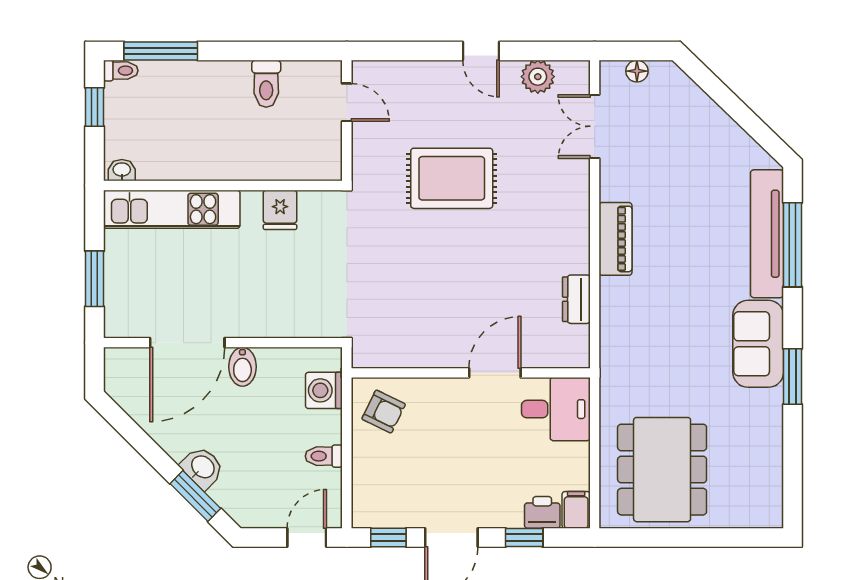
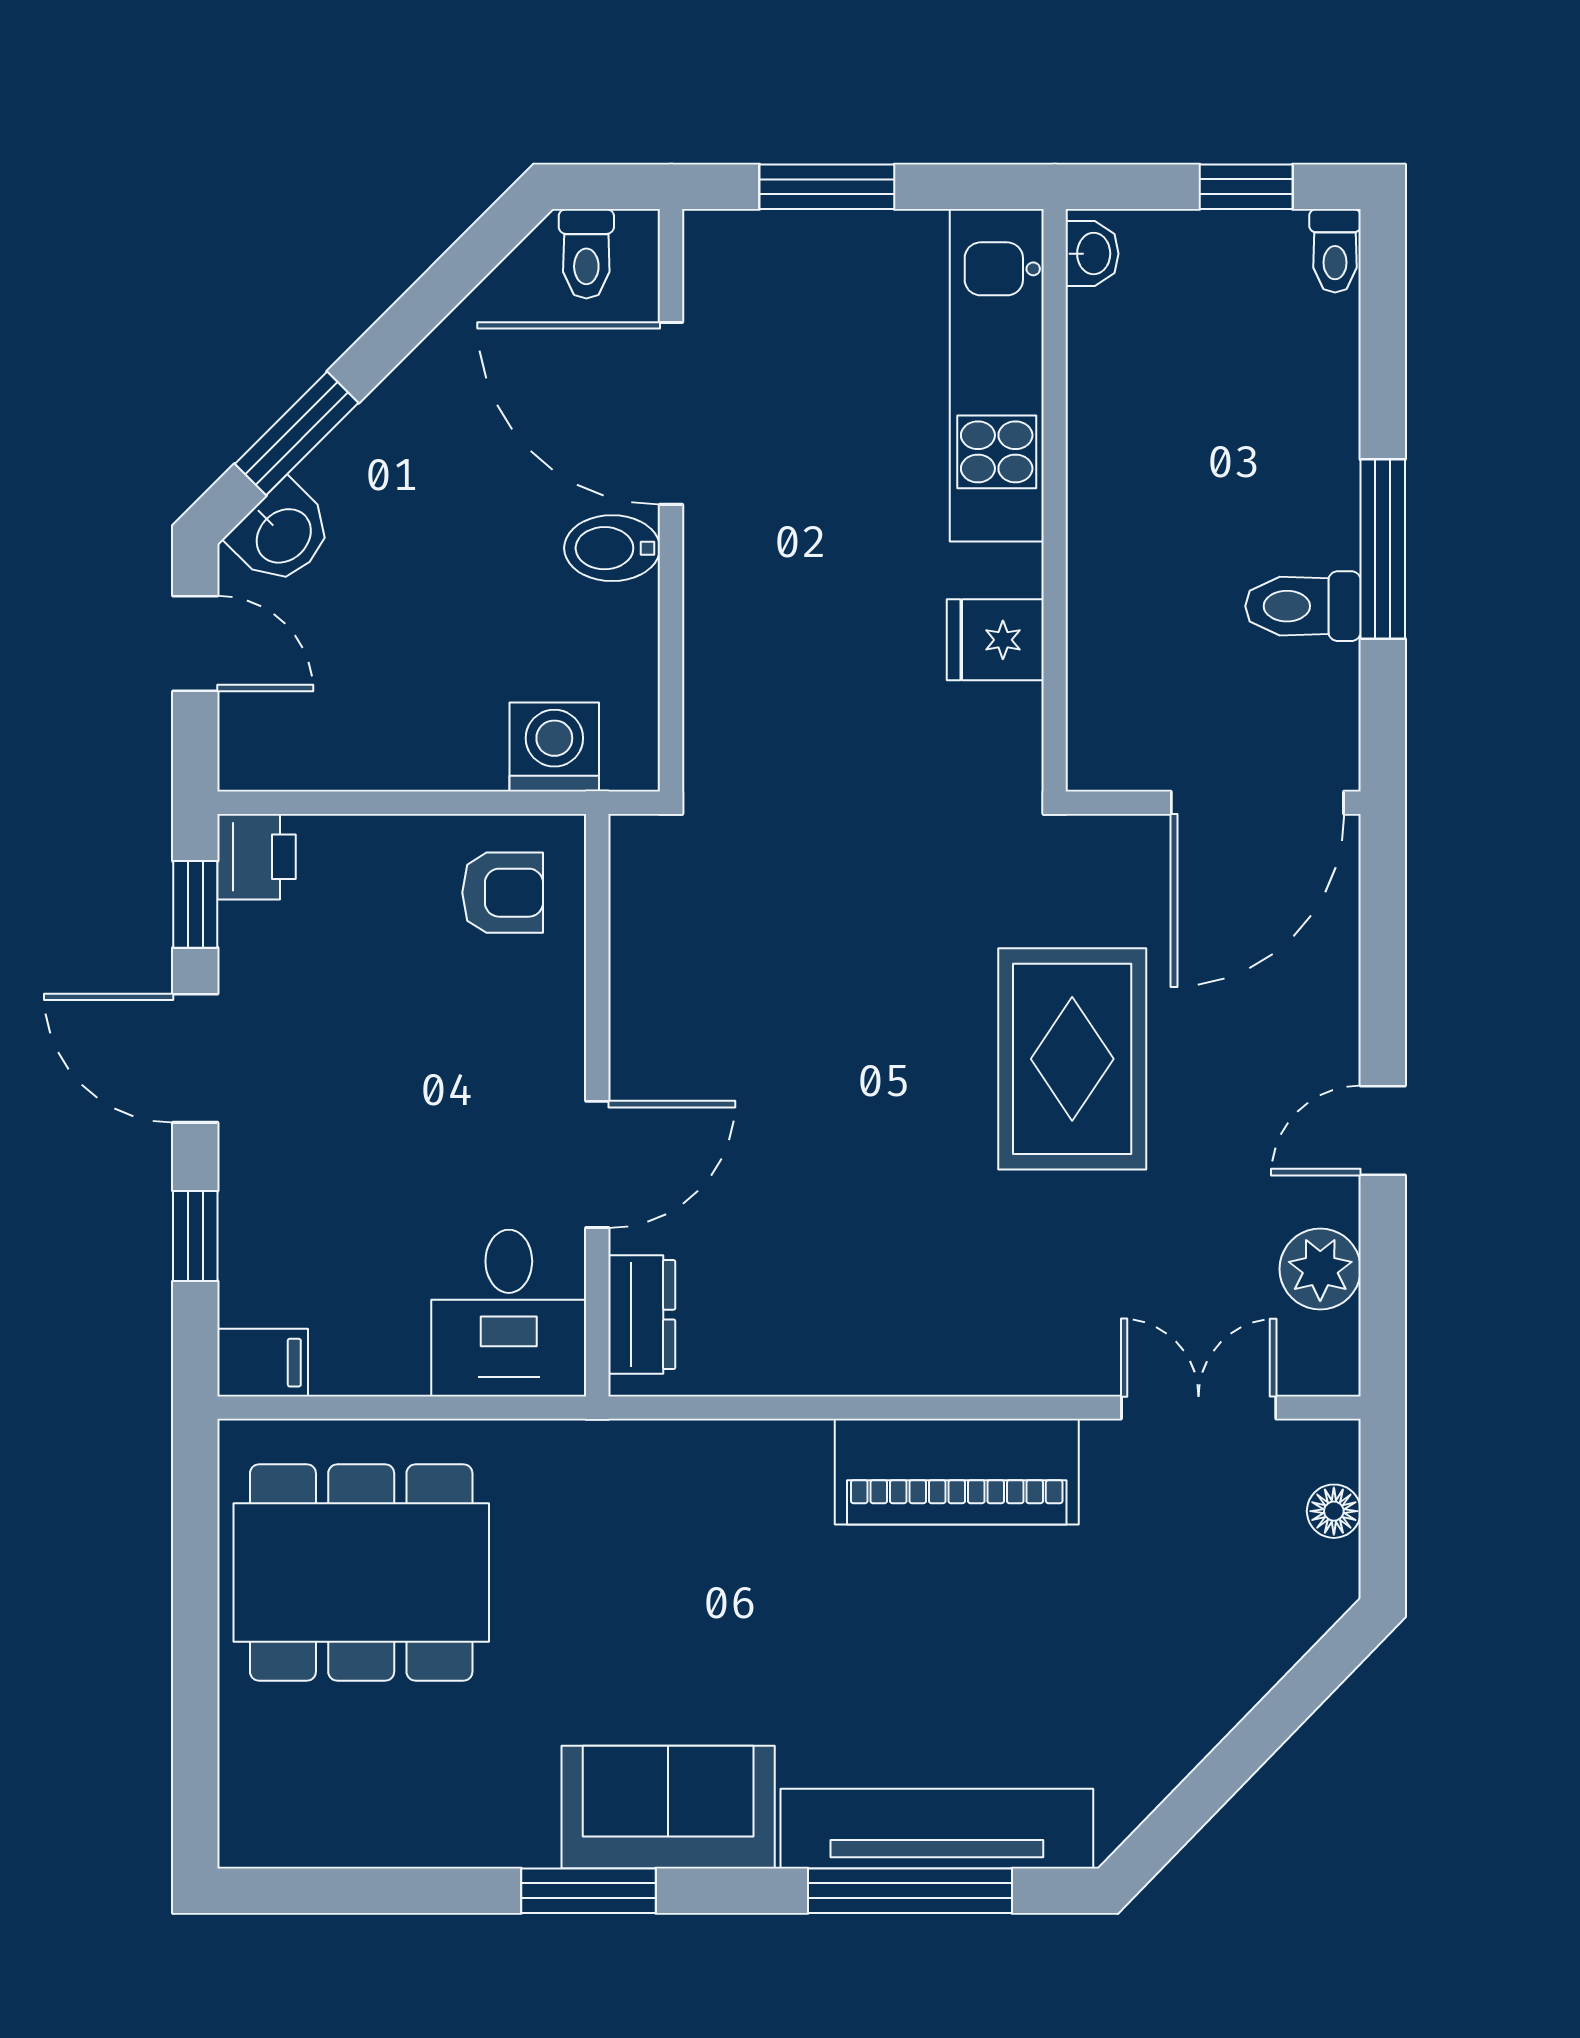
window: (161, 51) -> (1383, 549), moved
door: (347, 102) -> (1257, 803), width x1.88
piano: (615, 239) -> (957, 1472), width x1.37, depth x1.33
dresser: (576, 299) -> (642, 1315), moved, turned 90
door: (495, 373) -> (597, 1164), hinge flipped
armchair: (384, 412) -> (503, 893), turned -116
toilet: (324, 456) -> (586, 254), moved, turned 180
washbasin: (202, 467) -> (282, 534), moved
printer: (542, 512) -> (256, 857), moved
door: (307, 538) -> (195, 644), moved

